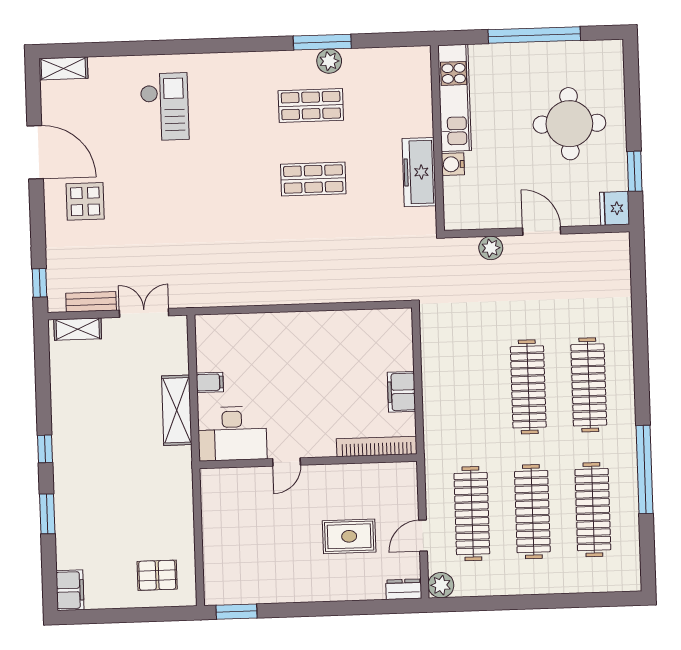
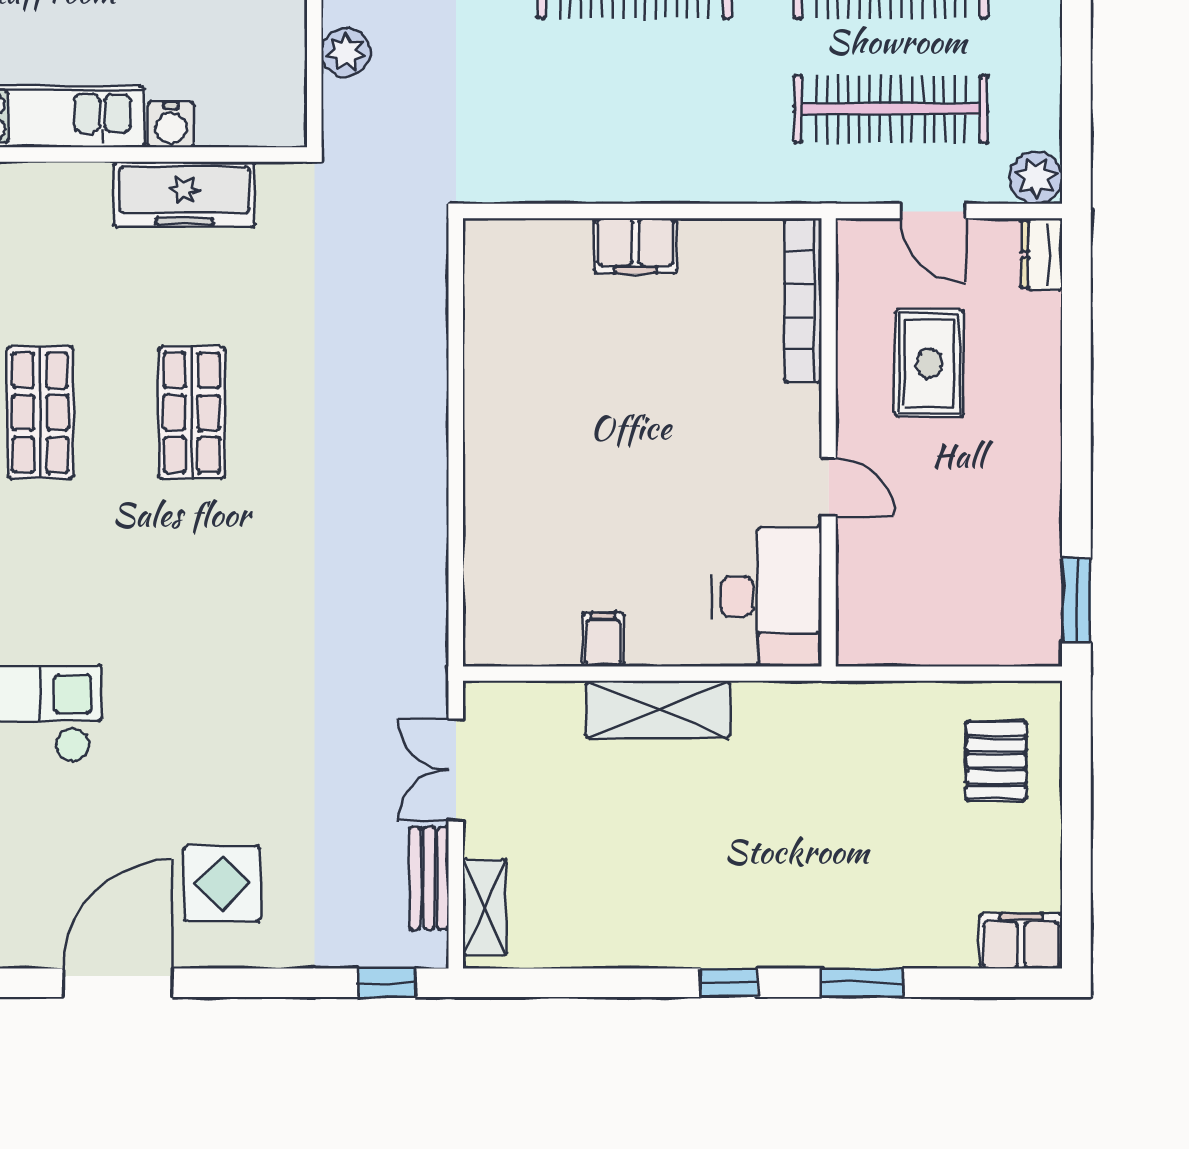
desk: (232, 434) -> (767, 597), moved
bookcase: (377, 446) -> (803, 300), moved
wall: (308, 461) -> (829, 442), moved
door: (287, 462) -> (829, 487), moved

